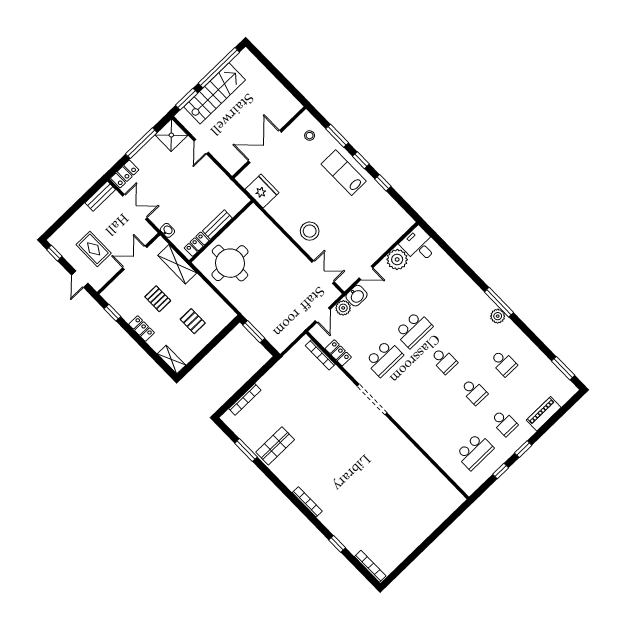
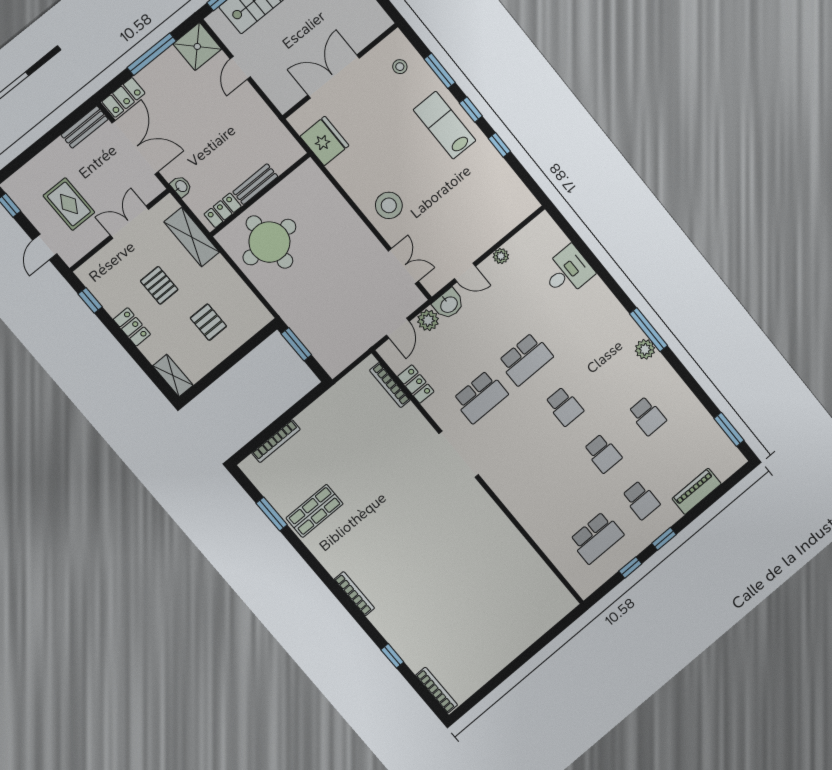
double door: (135, 207) -> (135, 147), width x1.37
desk: (419, 245) -> (568, 272), moved, turned 90
plant: (397, 259) -> (501, 256), width x0.53, depth x0.53

